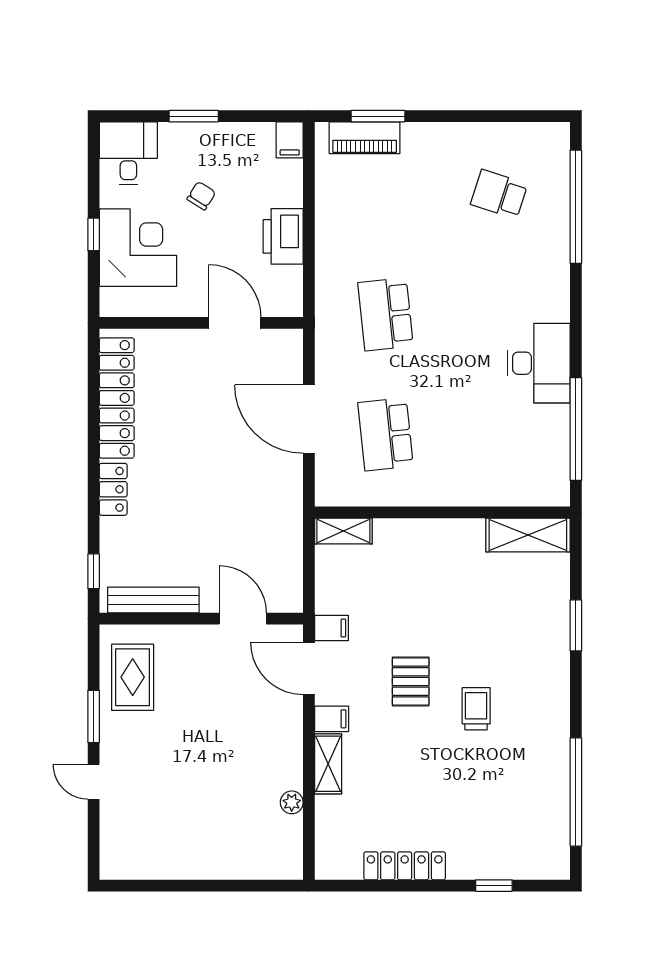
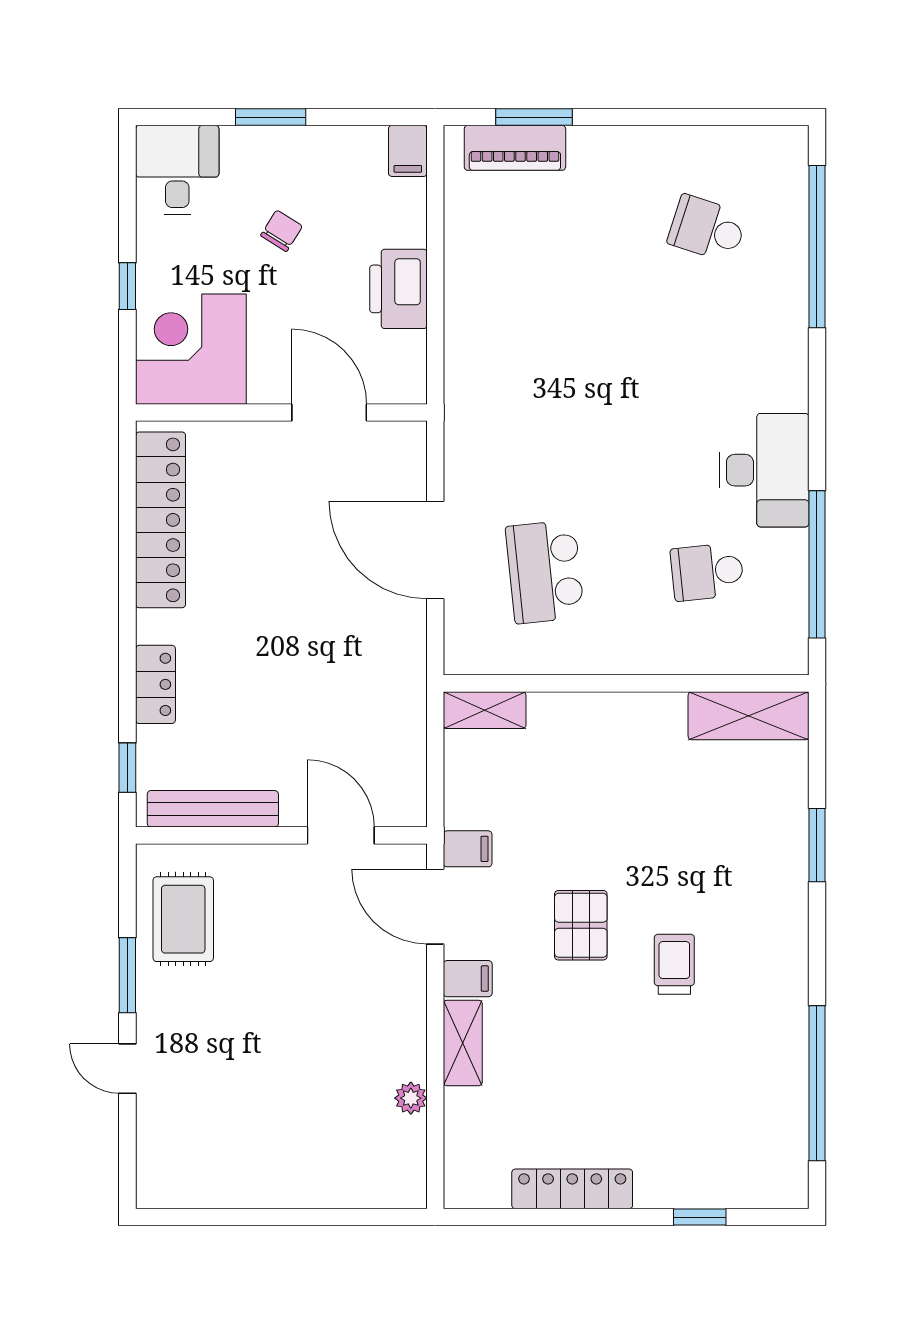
corner desk: (138, 248) -> (191, 349), moved, turned -90
school desk: (386, 314) -> (707, 572), moved, width x0.54
locker: (113, 489) -> (155, 684), moved

